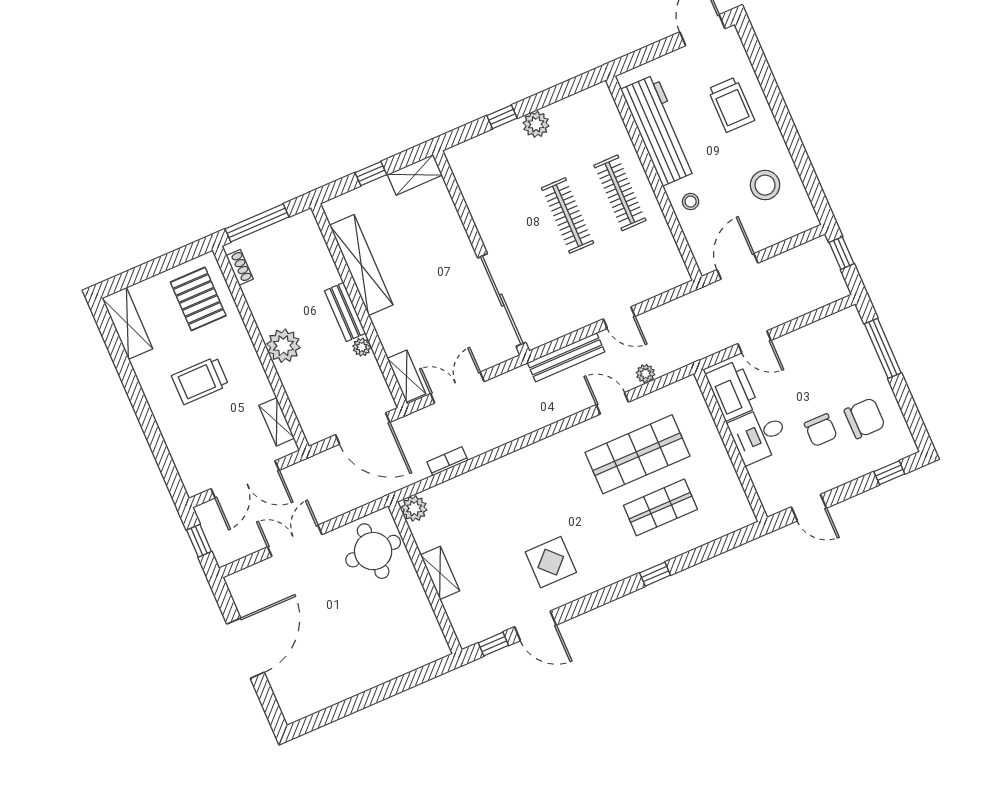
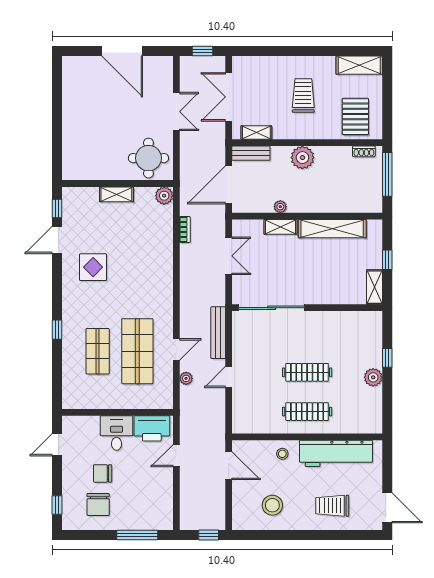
pallet: (198, 299) -> (355, 117), turned 90
bench: (345, 312) -> (251, 153), moved
shelving: (406, 376) -> (280, 227), moved

